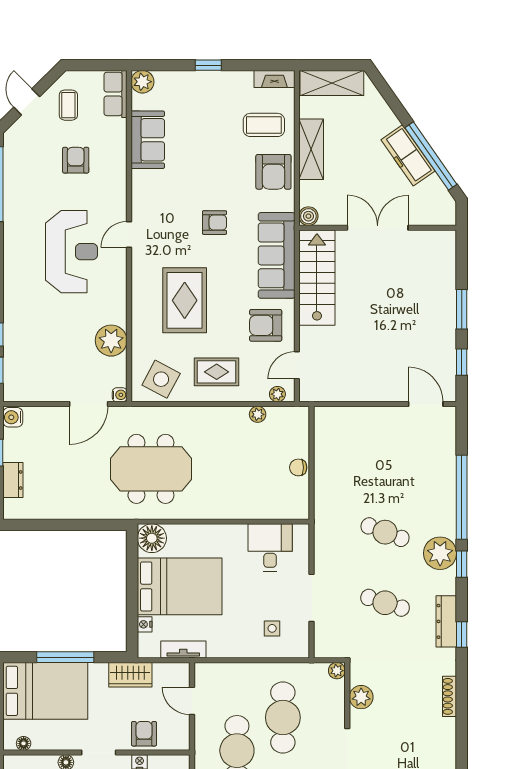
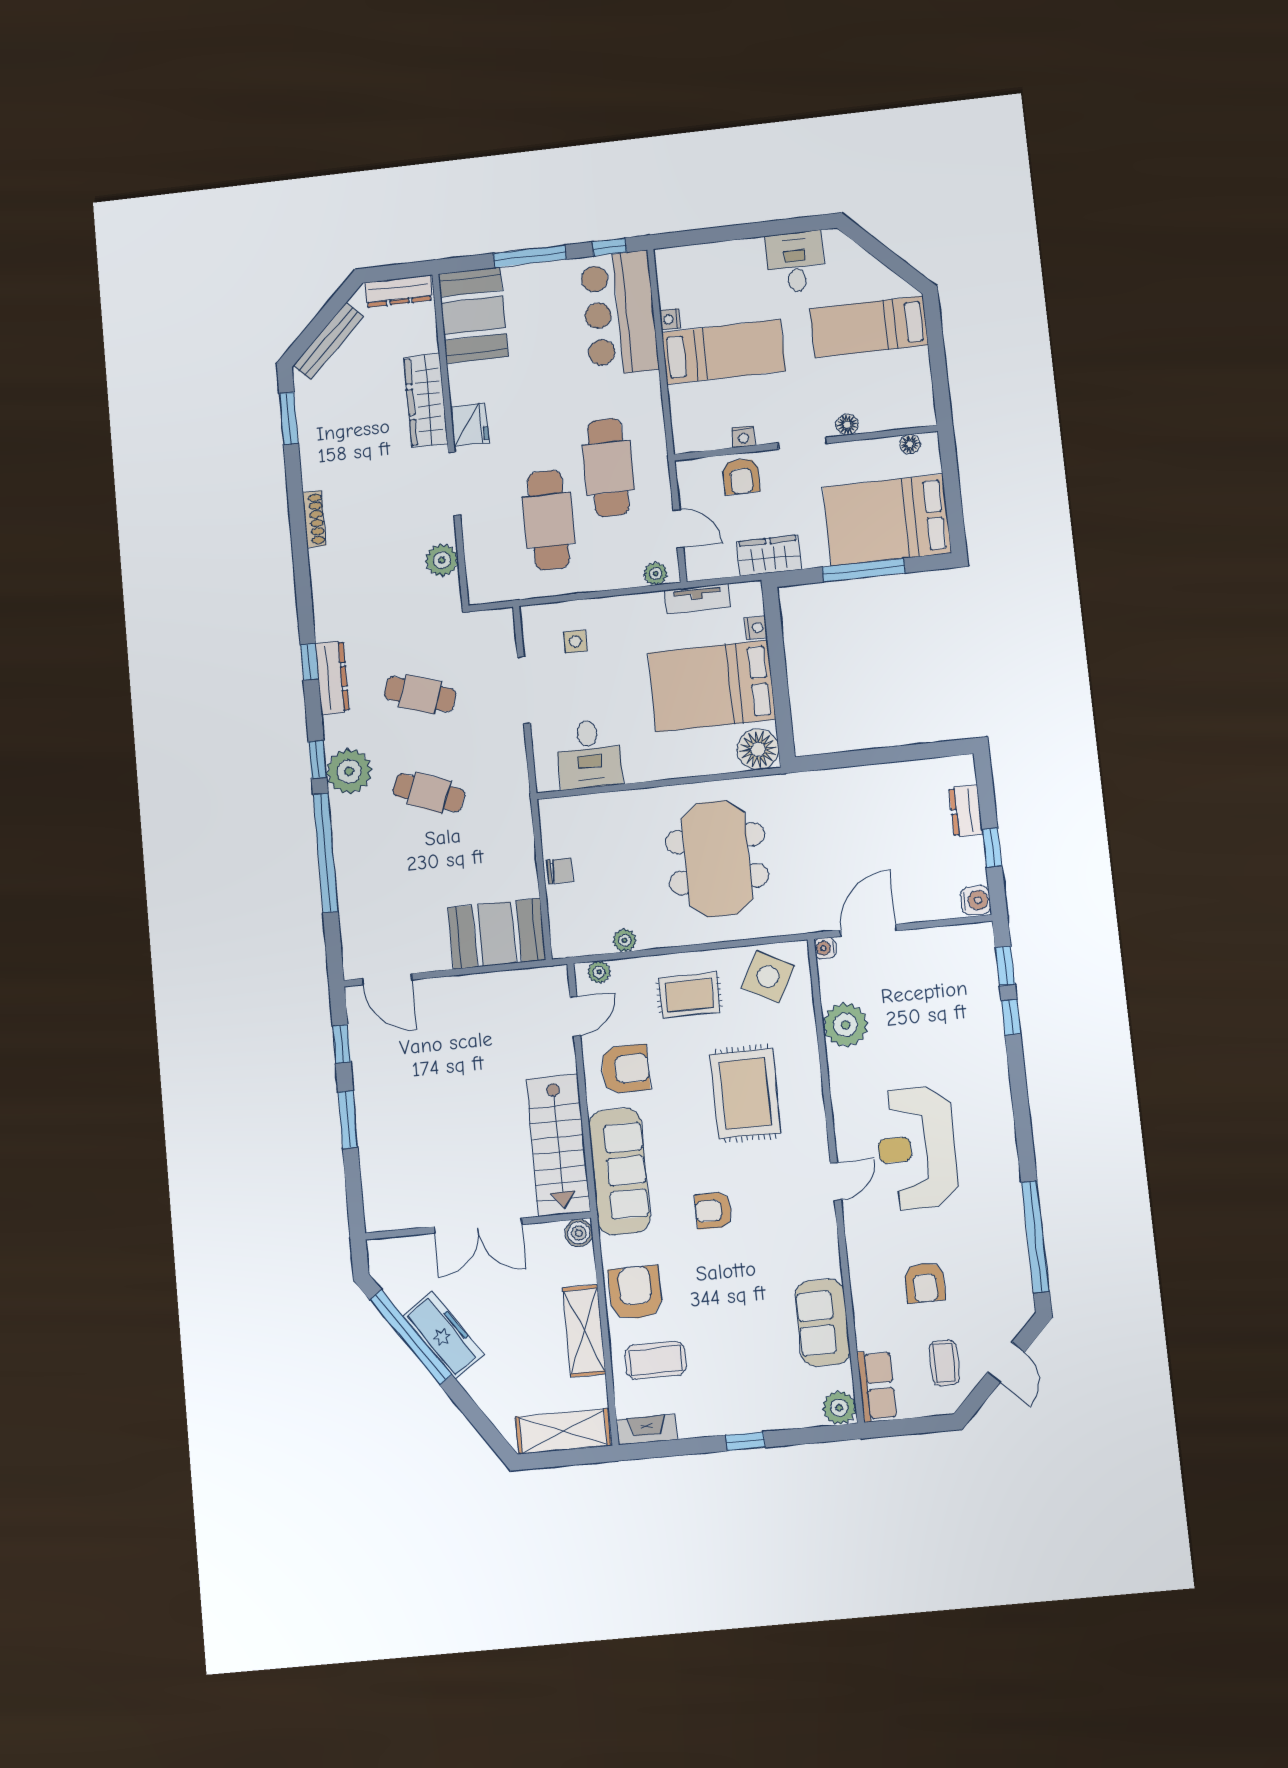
booth: (346, 428) -> (497, 934), added
meeting table: (151, 469) -> (717, 859), moved, turned 90
plant: (337, 671) -> (656, 574), moved
shoe rack: (450, 696) -> (314, 519), moved

